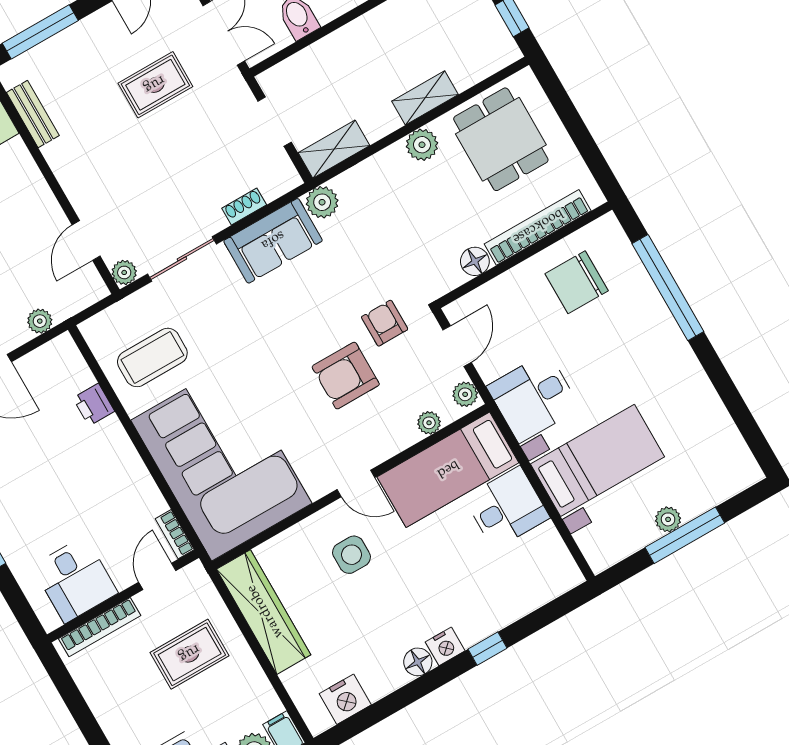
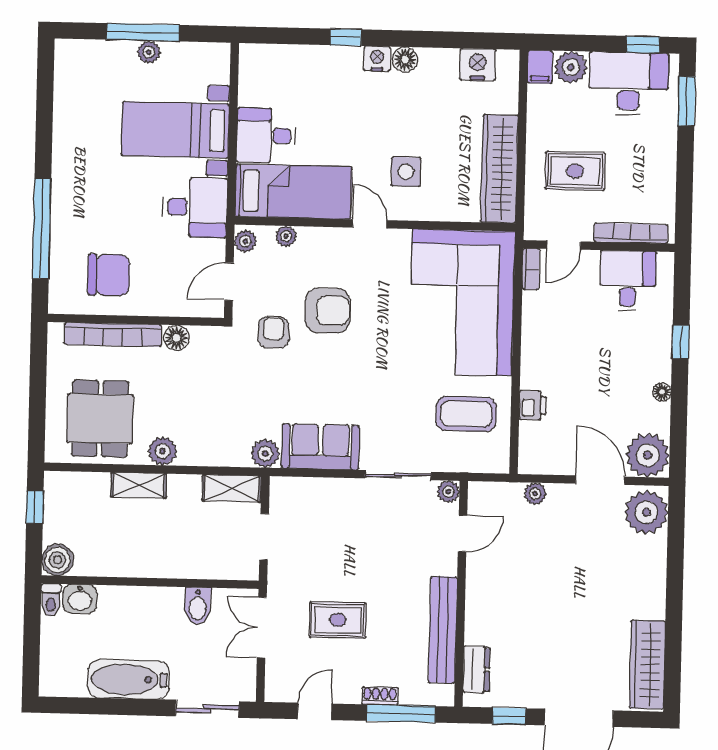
bench: (33, 114) -> (443, 630), width x1.86, depth x1.21
shoe rack: (244, 207) -> (380, 696), moved, turned 180
armchair: (385, 323) -> (274, 333), turned 180

